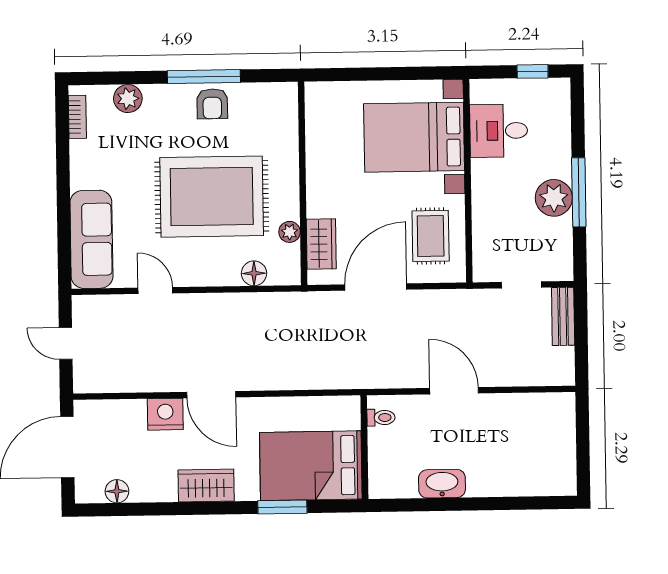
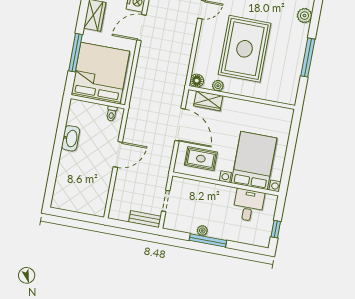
armchair: (212, 104) -> (293, 59), removed
plant: (554, 198) -> (202, 231), width x0.53, depth x0.53
floor lamp: (254, 273) -> (197, 81), moved
bed: (311, 466) -> (100, 73), width x1.36
window: (282, 507) -> (75, 53), width x1.44

